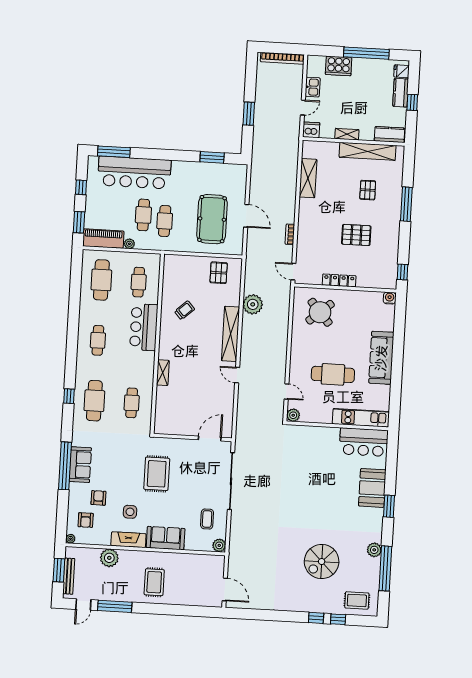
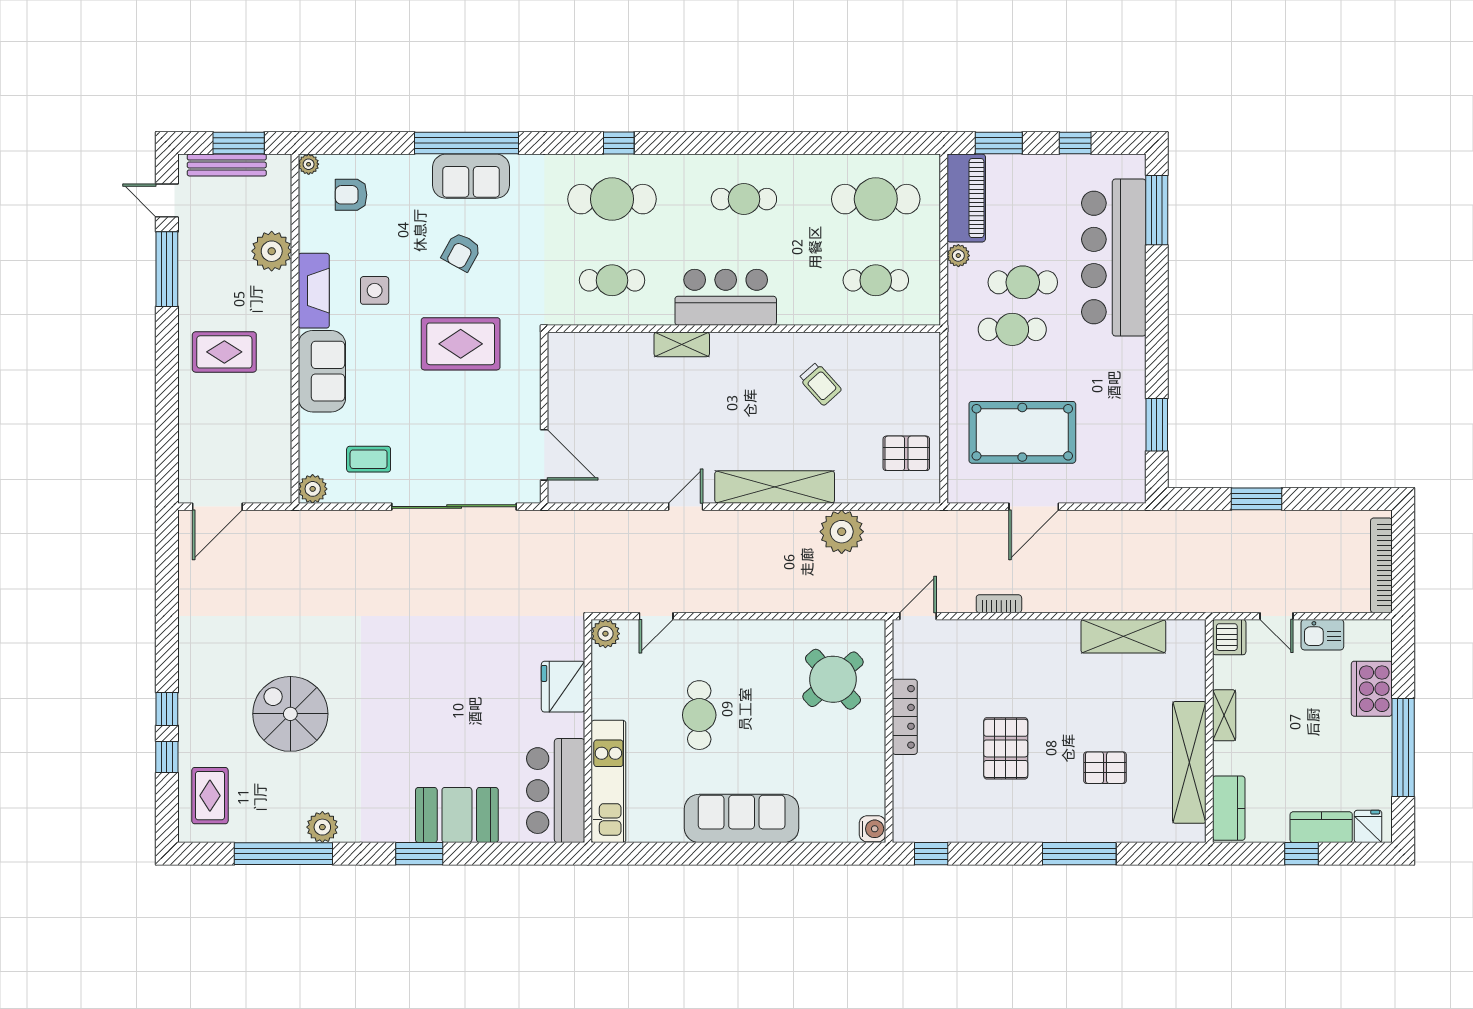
bar counter: (144, 327) -> (726, 297), moved
cafe table: (333, 374) -> (699, 715), width x0.73, depth x0.74
fridge: (316, 436) -> (563, 687), added
armchair: (98, 498) -> (461, 252), moved, turned 119

